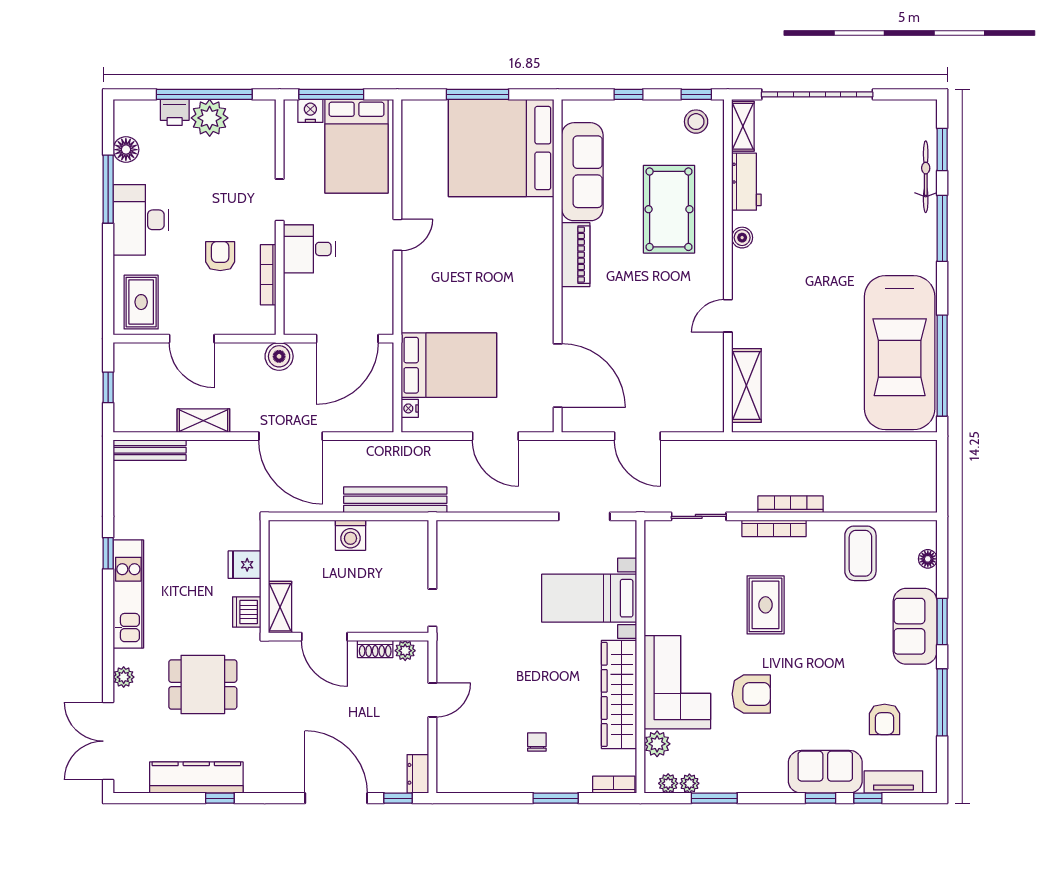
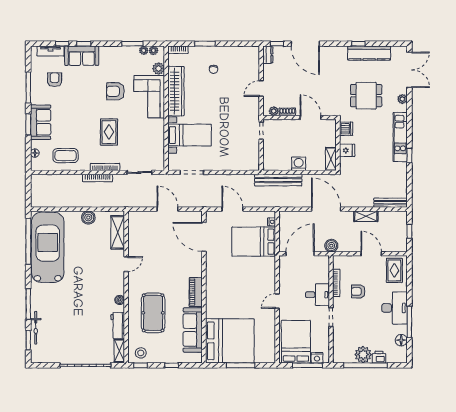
armchair: (220, 256) -> (358, 291), turned 90
boiler: (811, 418) -> (88, 217), added
coffee table: (860, 553) -> (66, 156), turned 90
shelving: (280, 607) -> (331, 159), moved

